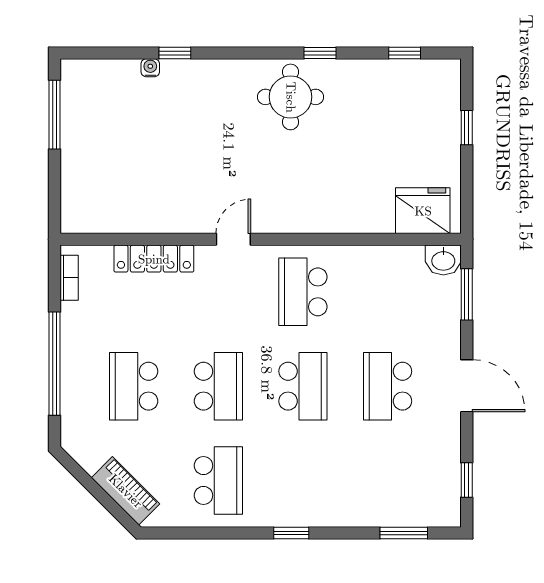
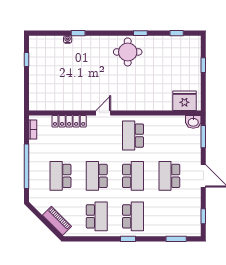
window: (54, 115) -> (27, 60), width x0.46
school desk: (218, 386) -> (97, 176), turned 180
school desk: (303, 480) -> (133, 216), added

